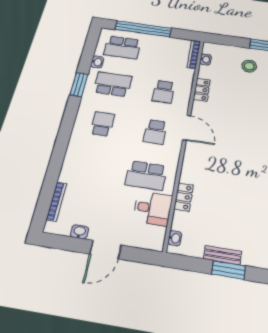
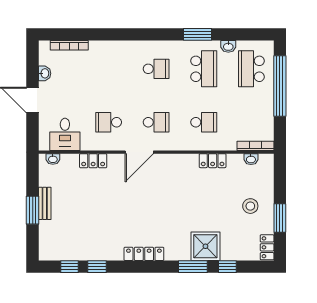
school desk: (164, 92) -> (204, 122), turned 180
door: (187, 128) -> (139, 152), moved
school desk: (155, 132) -> (156, 122), turned 180
school desk: (146, 176) -> (109, 122), width x0.54
desk: (153, 208) -> (65, 134), moved

